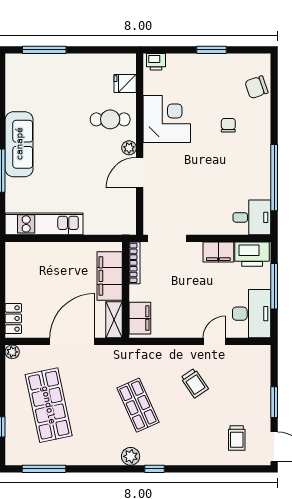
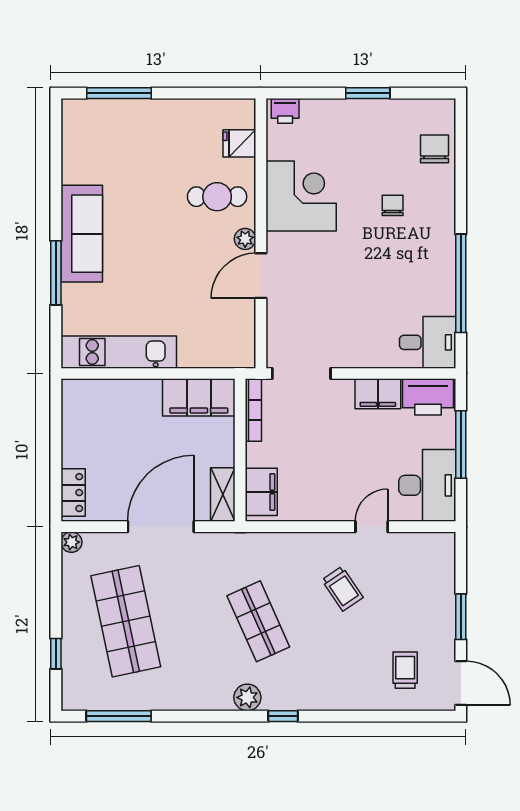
chair: (256, 87) -> (434, 149), turned 109
filing cabinet: (110, 276) -> (199, 397), moved, turned -90
trolley: (237, 438) -> (405, 670), turned 180

